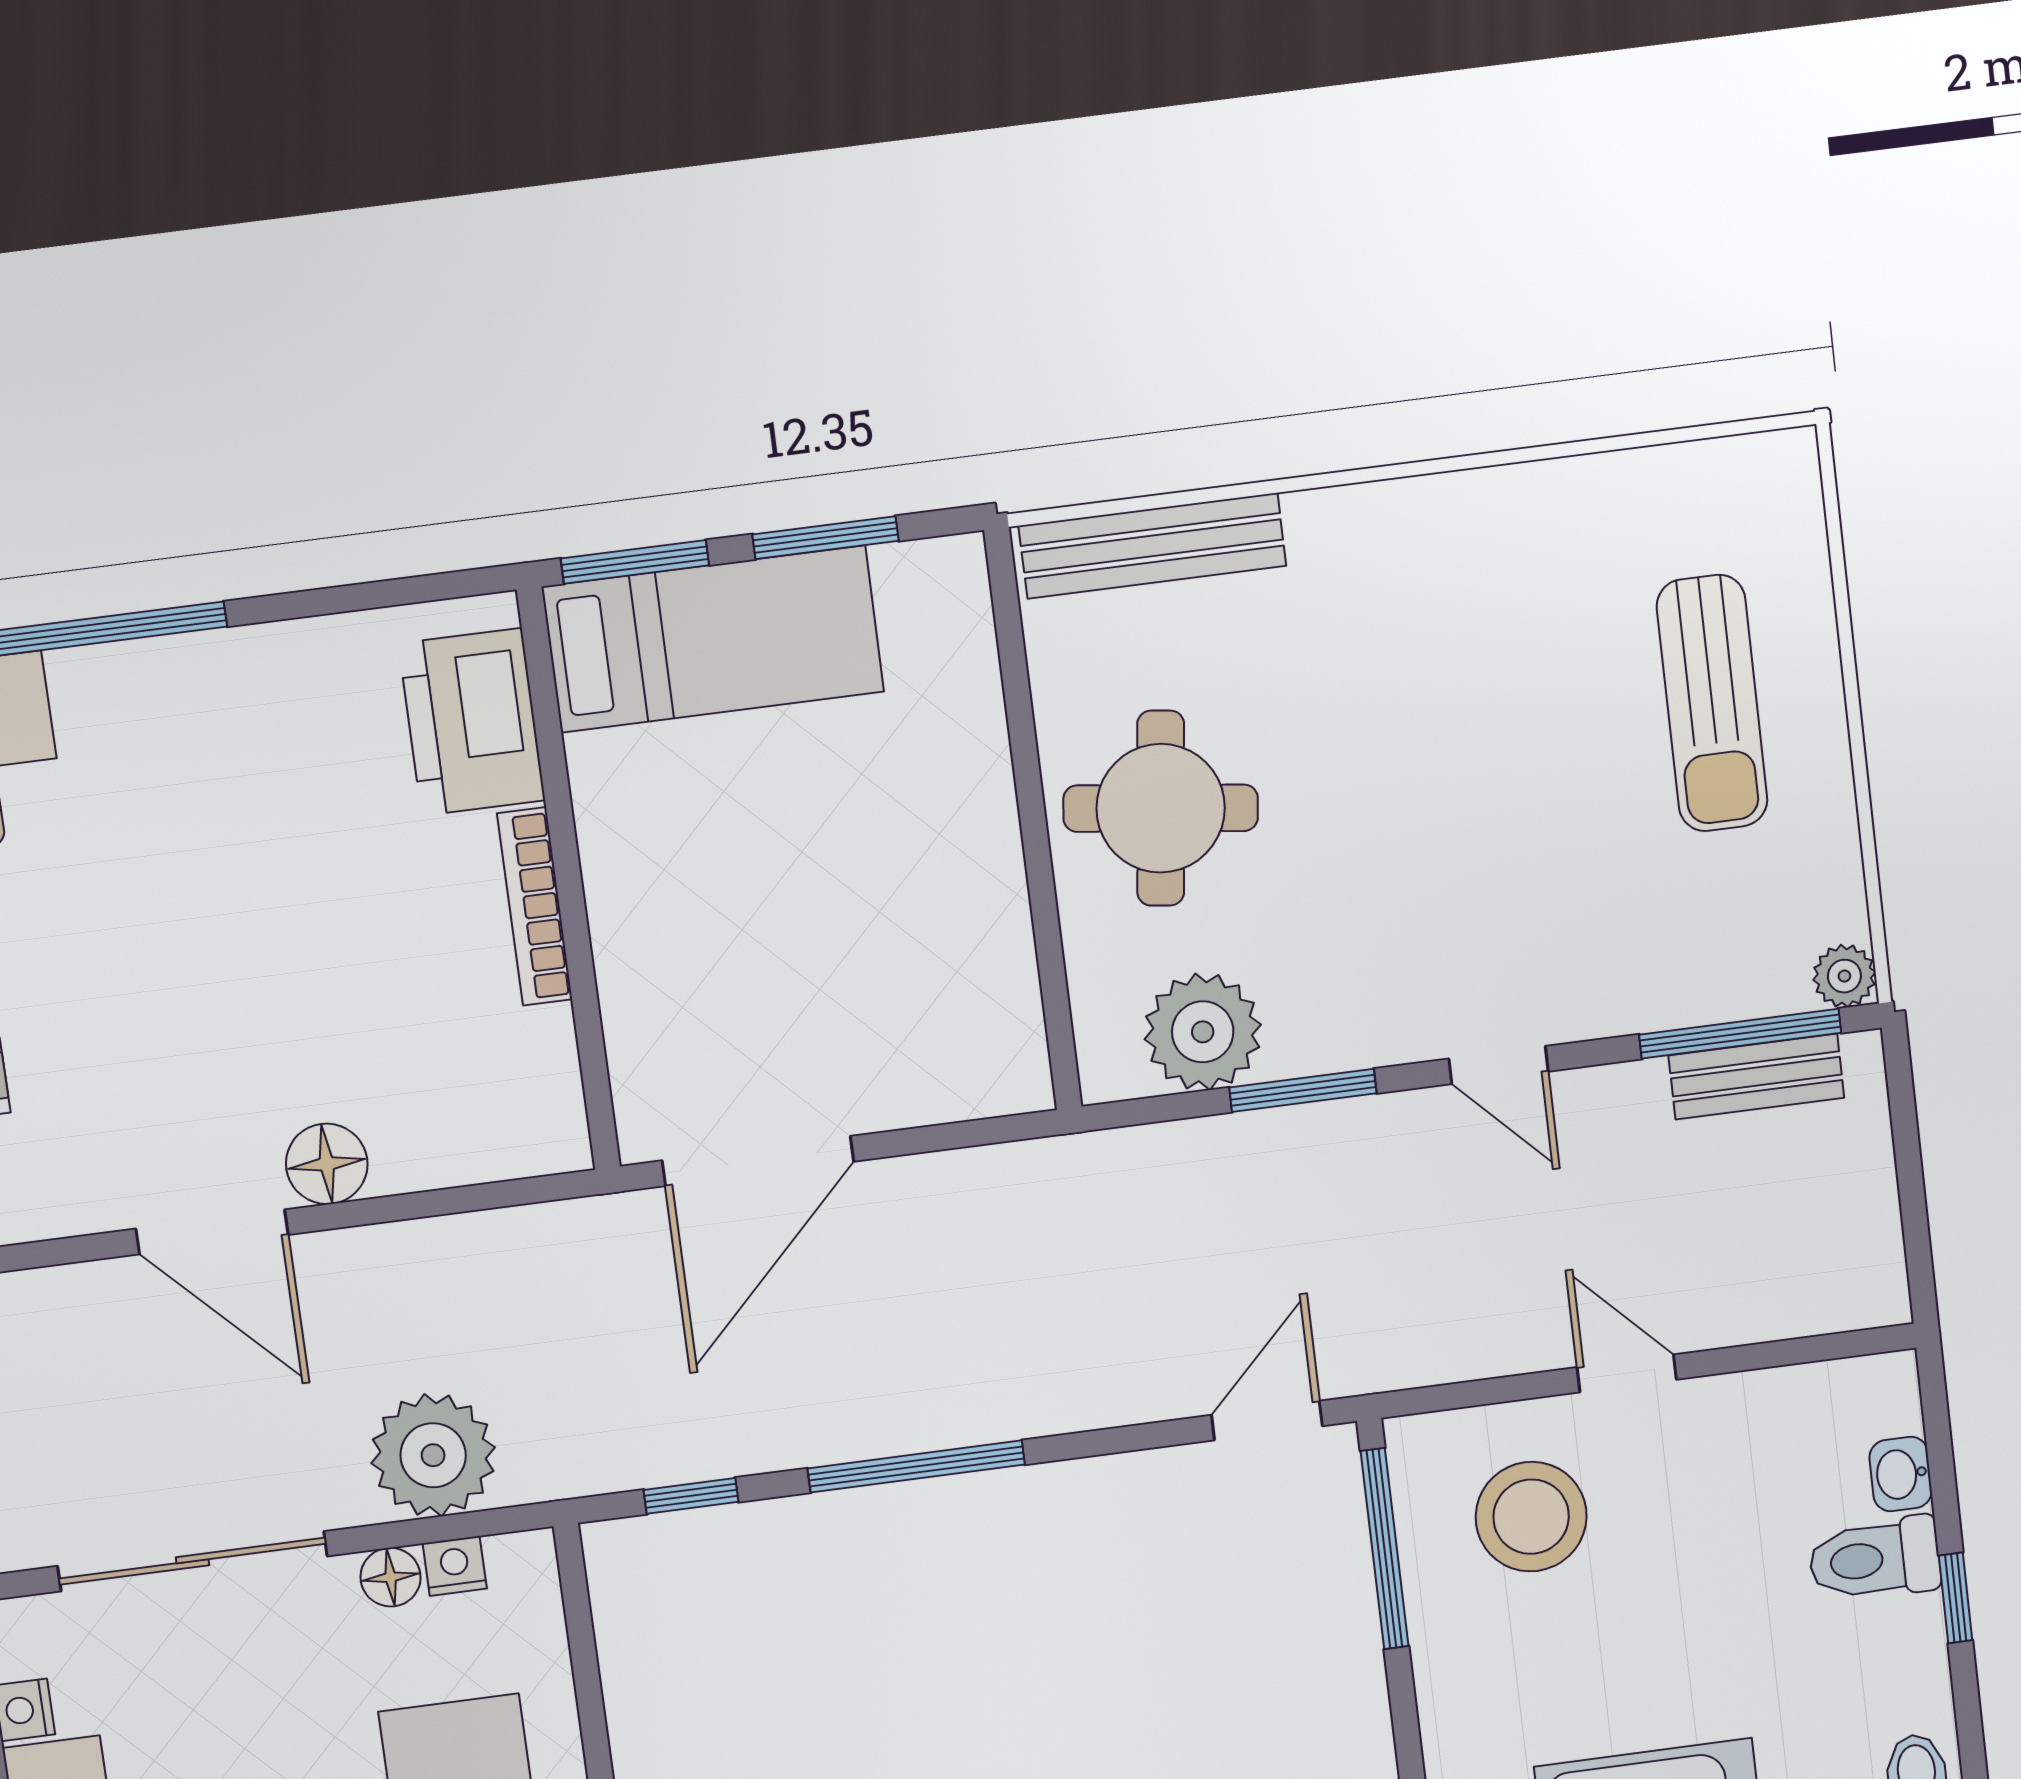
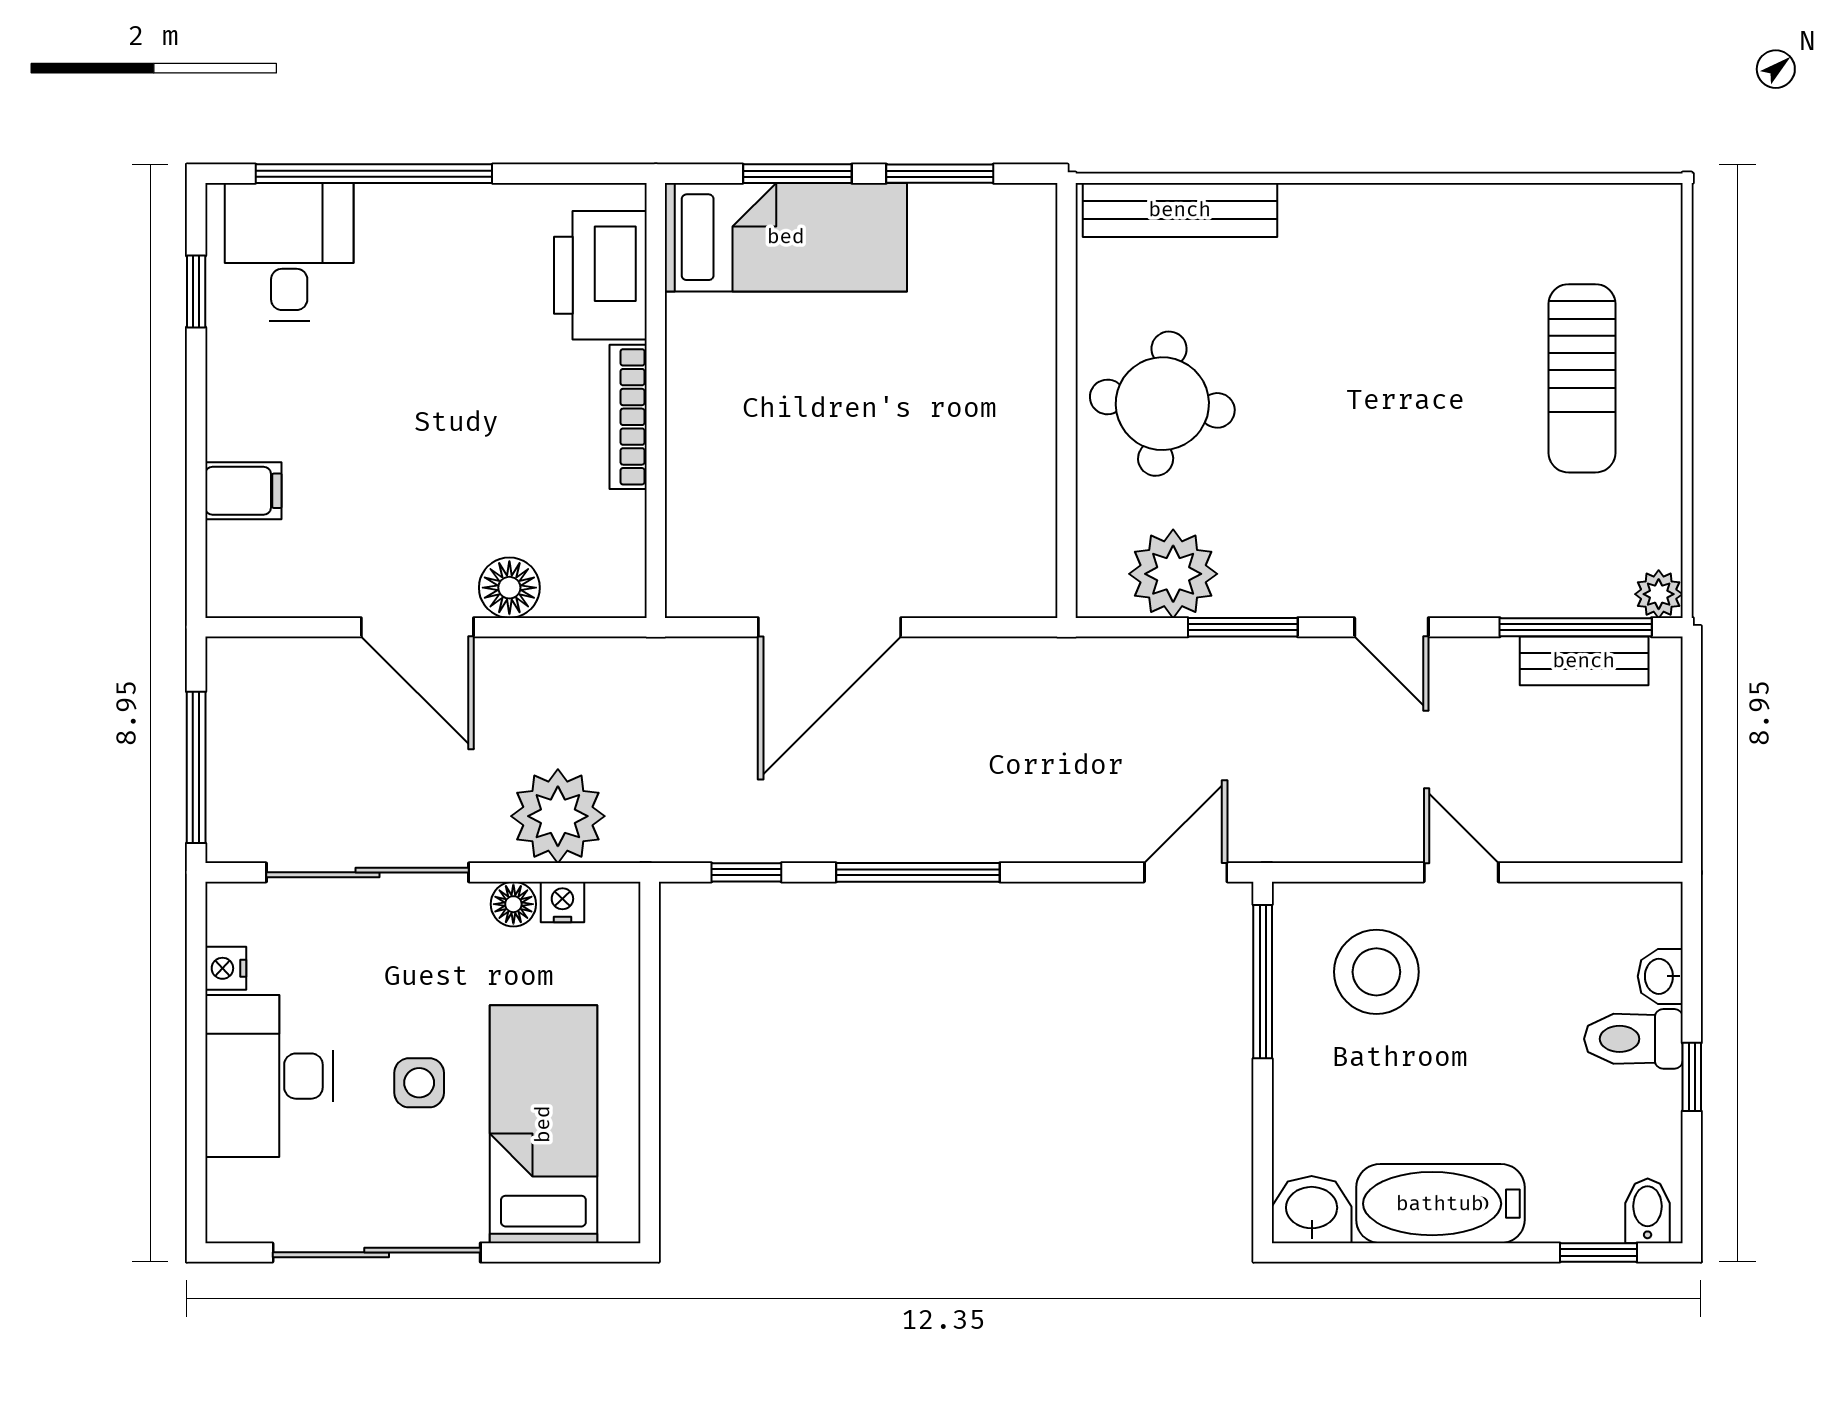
bed: (713, 639) -> (786, 237), moved
printer: (472, 722) -> (600, 275), moved
wall: (569, 880) -> (656, 400), moved
bookcase: (535, 906) -> (628, 417), moved

